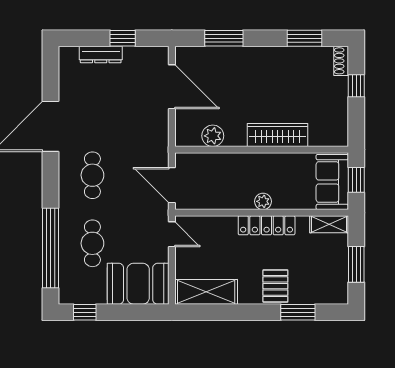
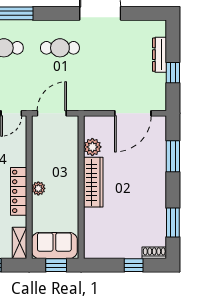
wardrobe: (278, 135) -> (93, 182), moved

